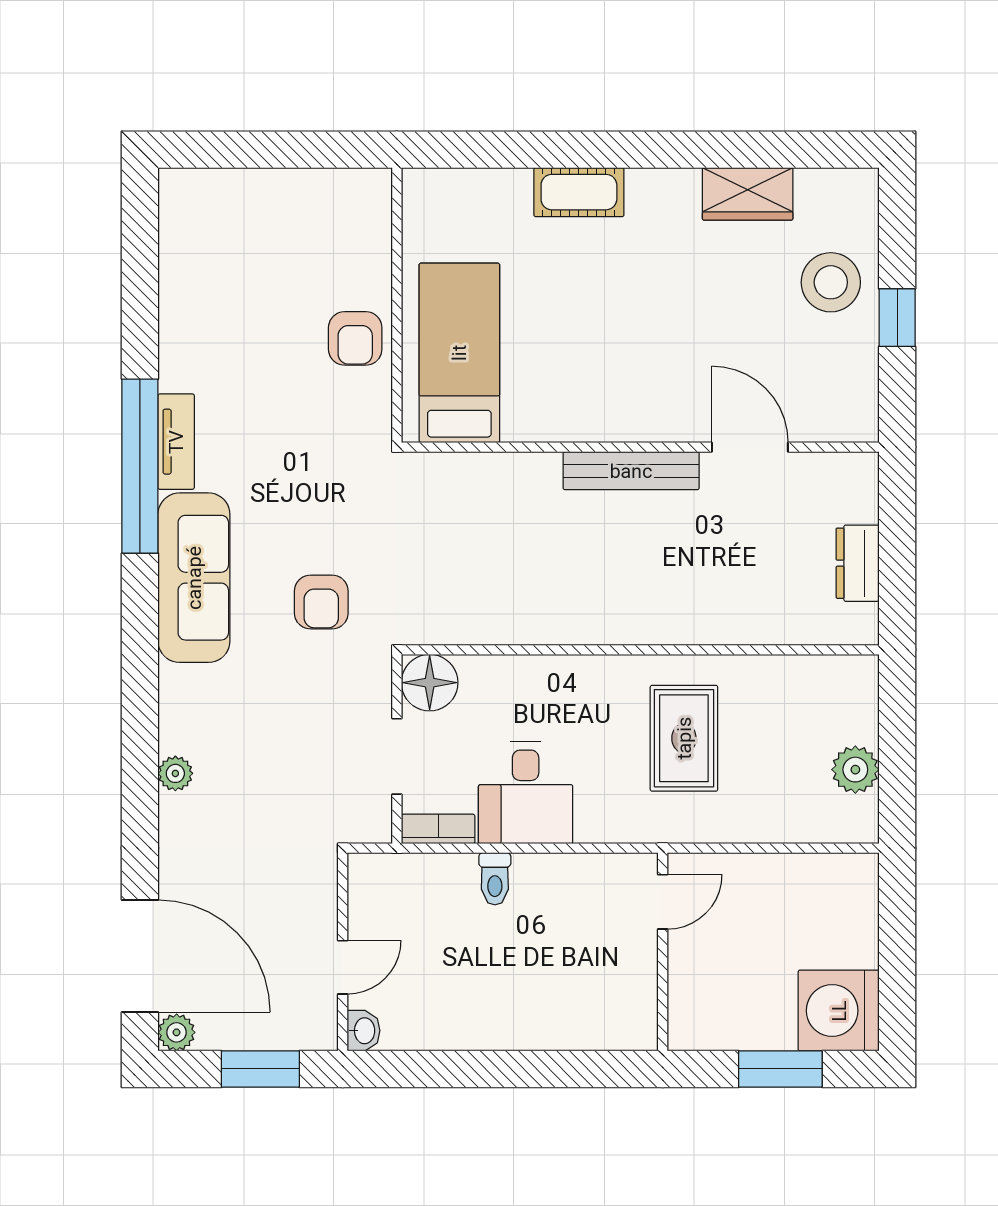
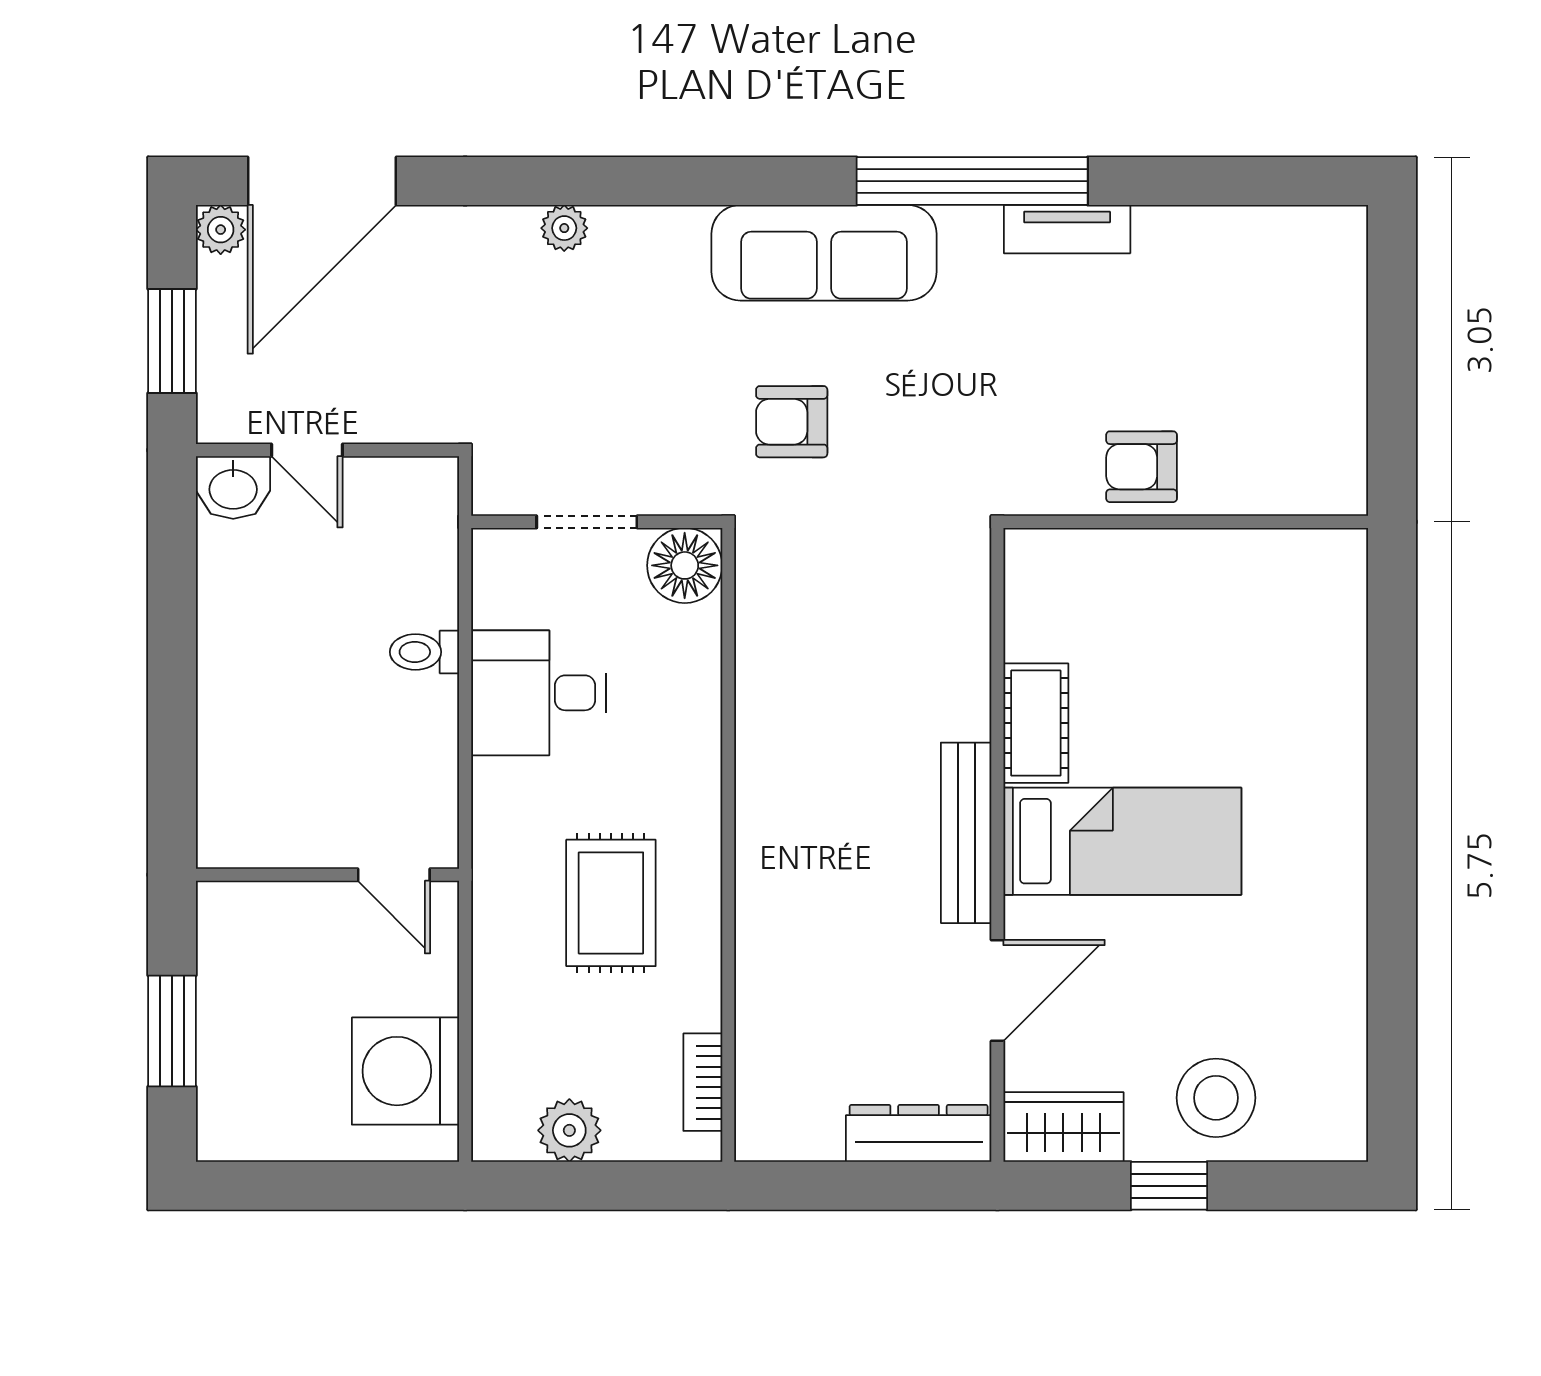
cot: (579, 192) -> (1036, 723), moved
wardrobe: (748, 194) -> (1063, 1127), moved, turned 90
bed: (459, 353) -> (1122, 841), moved
tv unit: (176, 442) -> (1067, 229), moved
dresser: (858, 563) -> (919, 1133), moved, width x1.44
rug: (684, 738) -> (611, 903), turned 90
bookcase: (438, 829) -> (703, 1082), moved, turned 180
washing machine: (839, 1011) -> (405, 1071), moved, turned -90
washbasin: (364, 1031) -> (233, 488), width x1.38, depth x1.45

